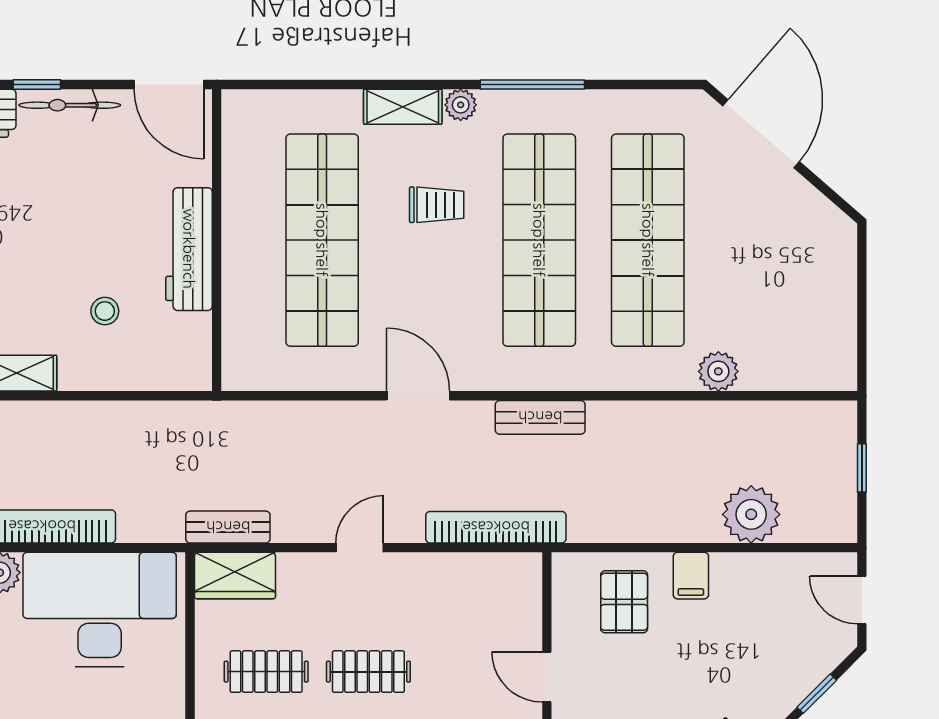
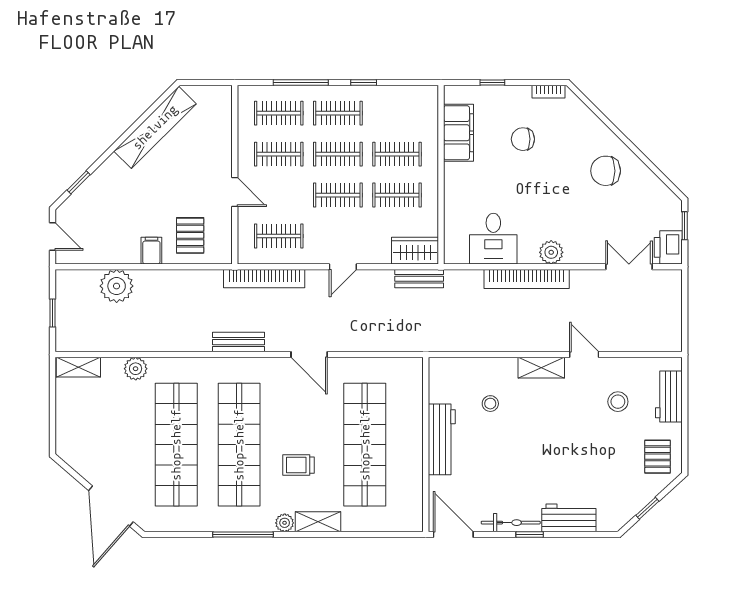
shelving: (817, 374) -> (78, 367), added
clothes rail: (471, 601) -> (279, 236), added
desk: (100, 609) -> (493, 239), width x0.53, depth x0.77

